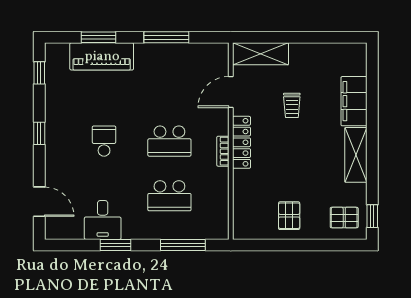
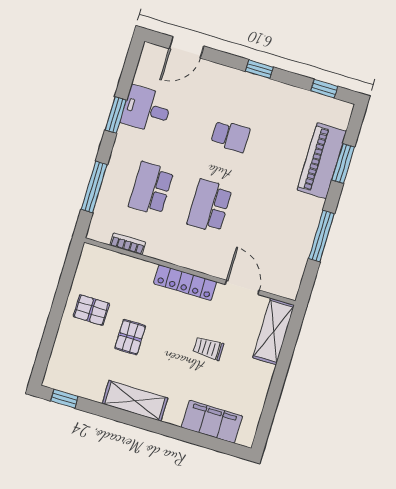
filing cabinet: (354, 101) -> (212, 422), moved
bookcase: (223, 151) -> (128, 244), moved
pallet: (344, 218) -> (130, 337), moved

